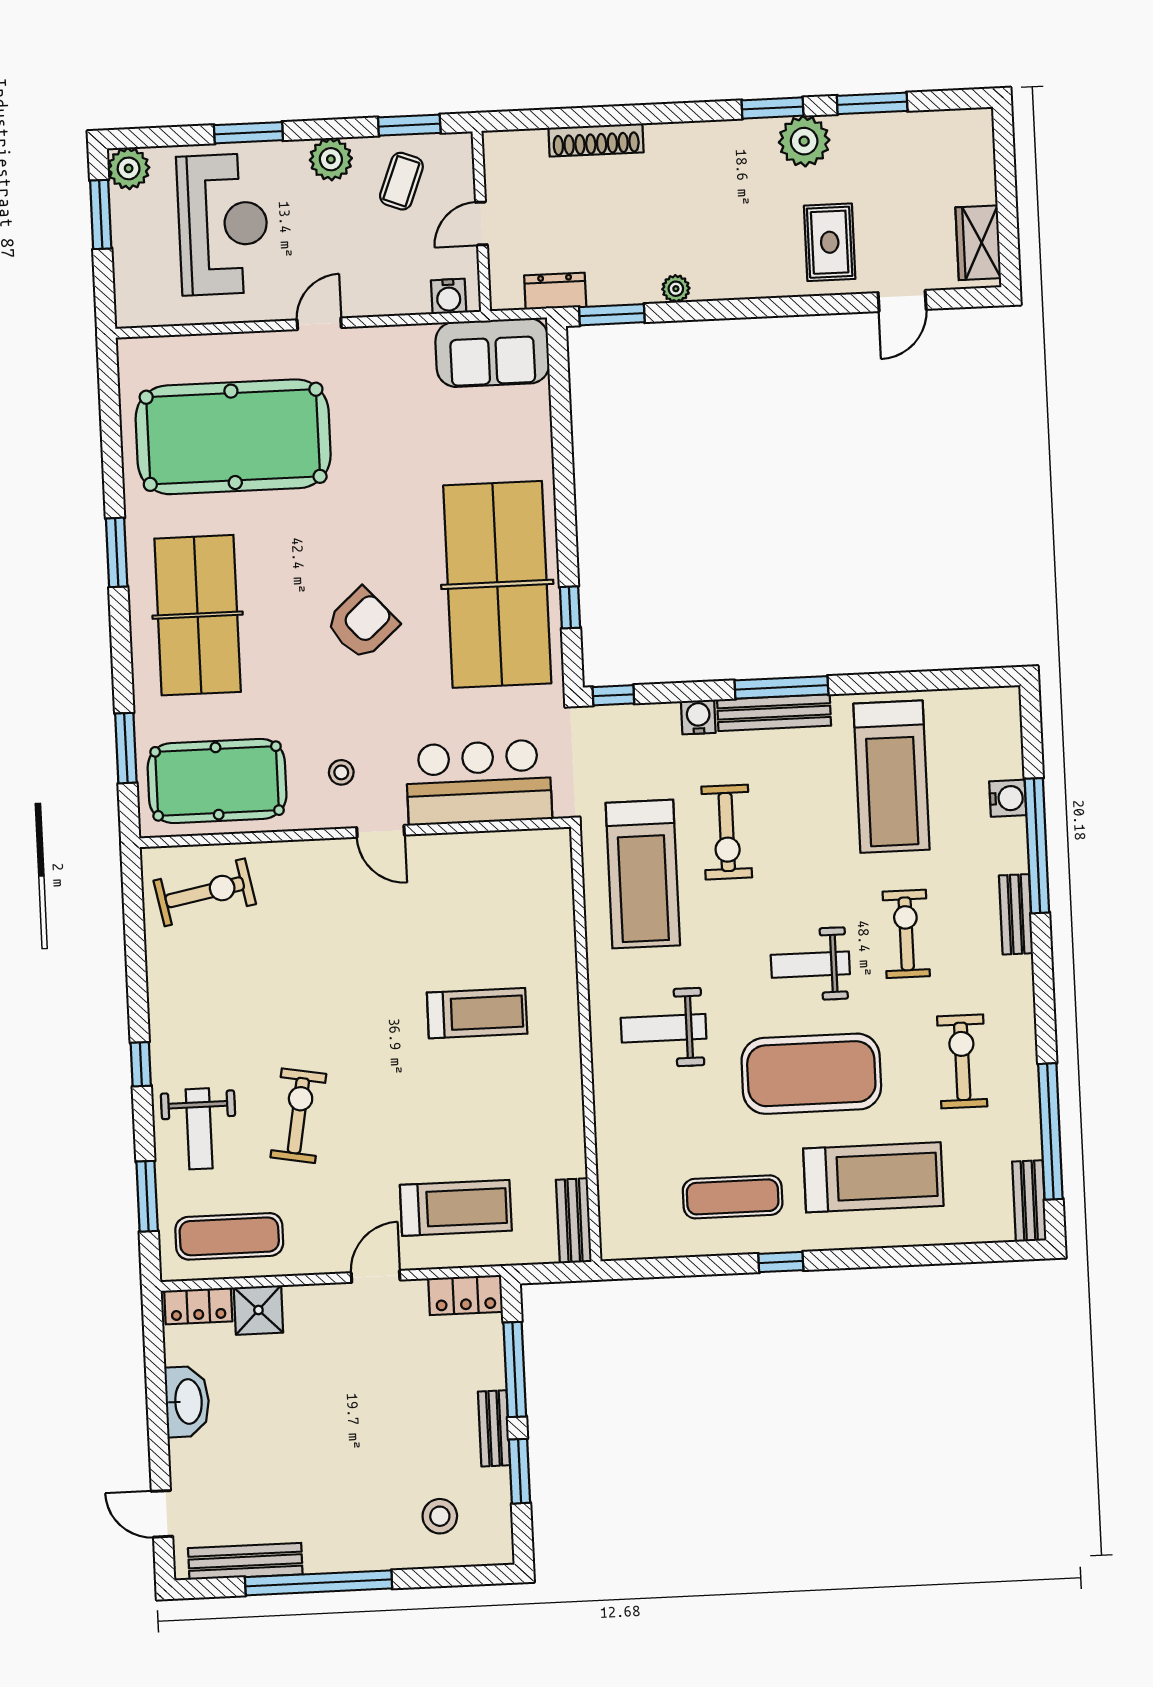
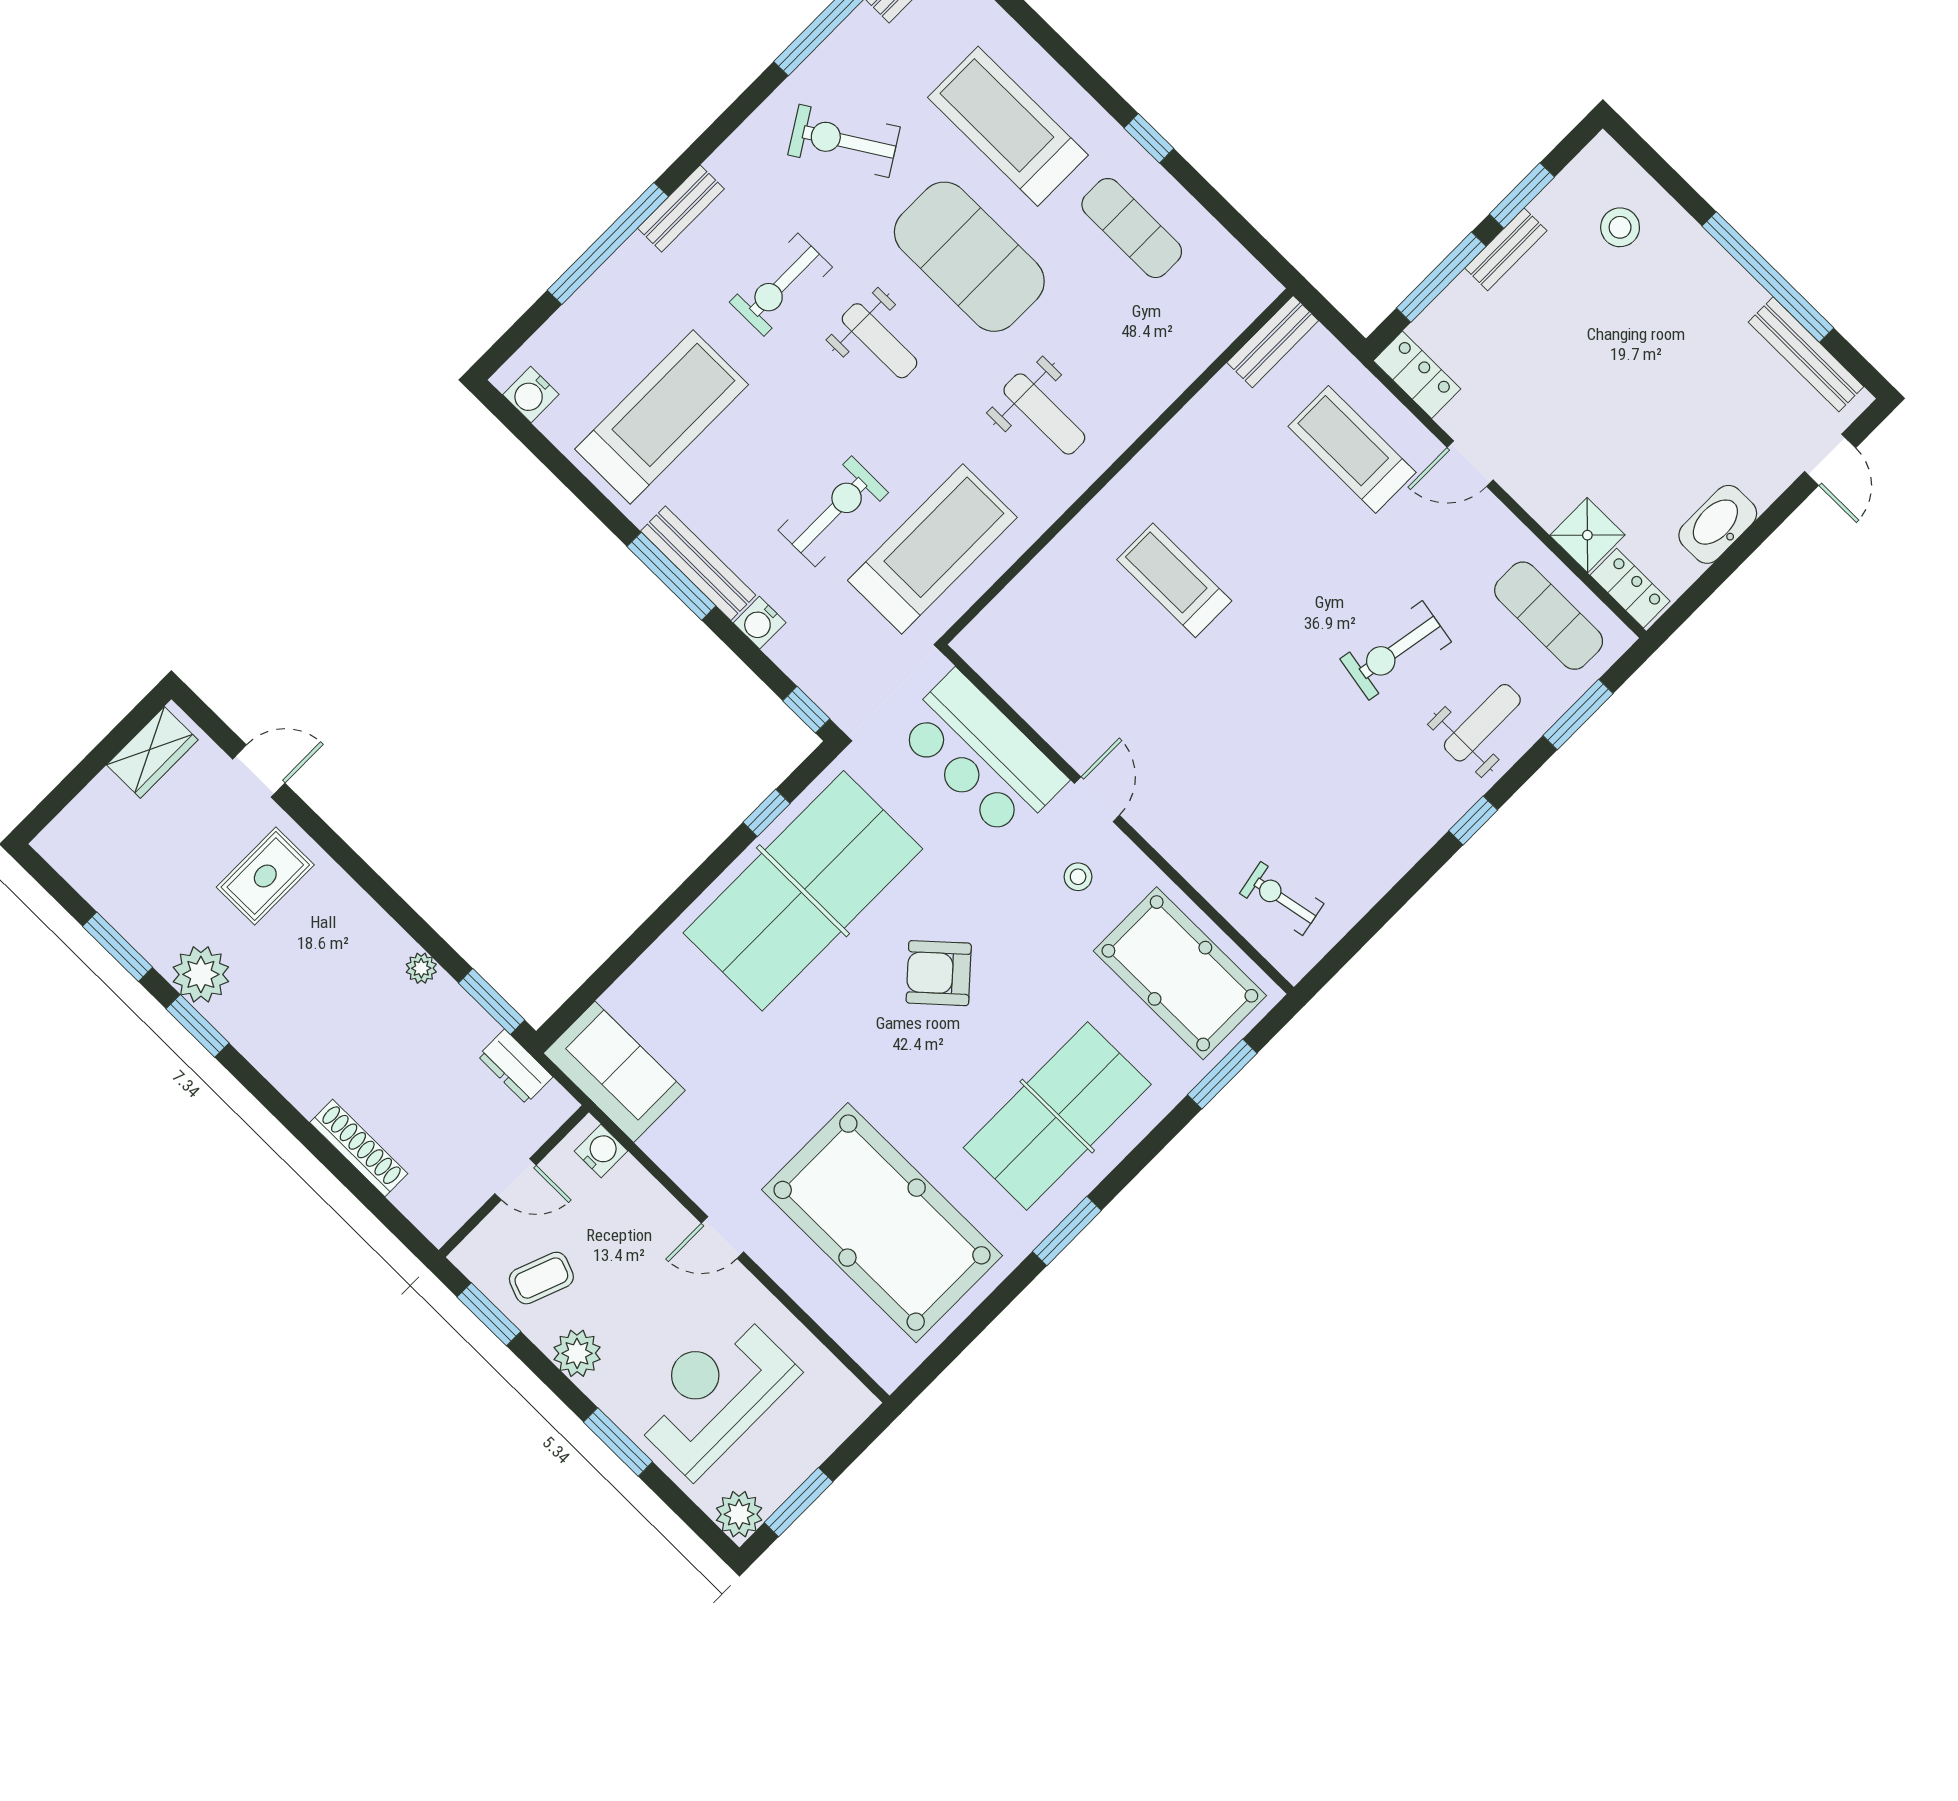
water cooler: (1008, 798) -> (531, 395), moved, turned -90
exercise bike: (205, 892) -> (1282, 899), width x0.73, depth x0.72
exercise bike: (962, 1061) -> (844, 141), turned 58

